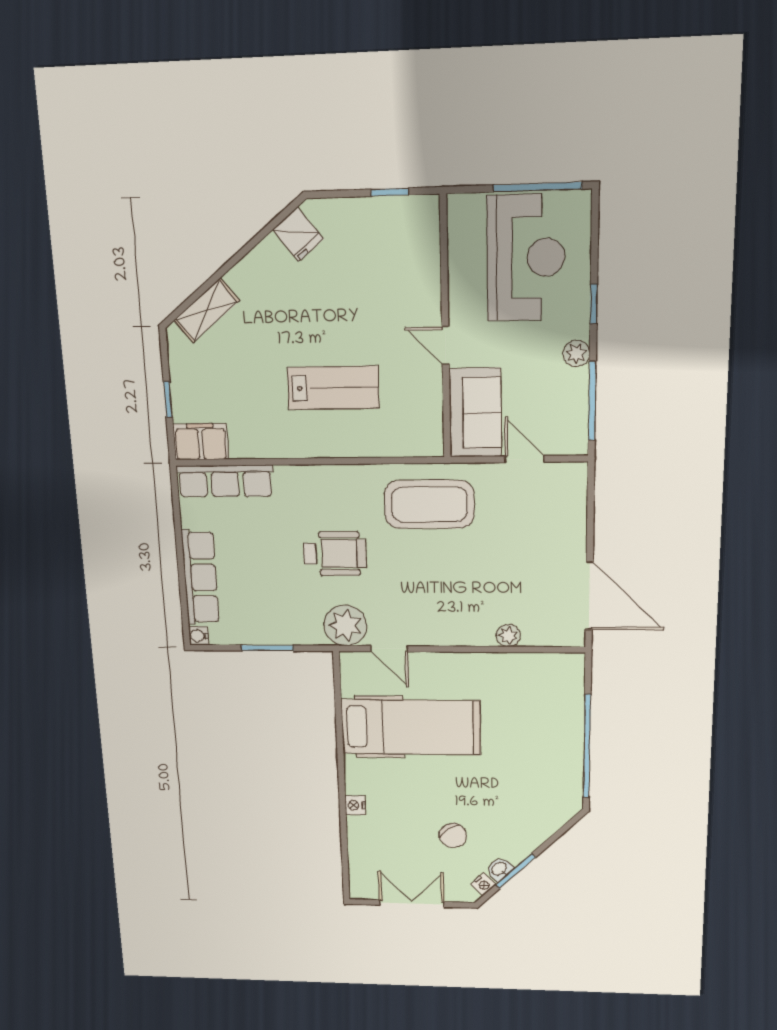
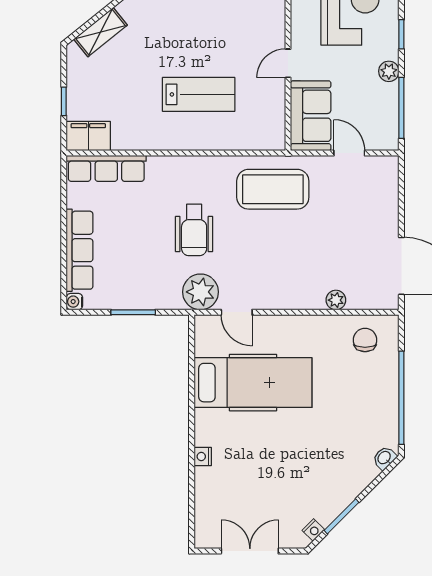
door: (445, 346) -> (288, 63), hinge flipped
wheelchair: (335, 554) -> (194, 230), turned 90
chair: (453, 836) -> (365, 340), moved, turned -146
washbasin: (499, 869) -> (384, 458), moved

